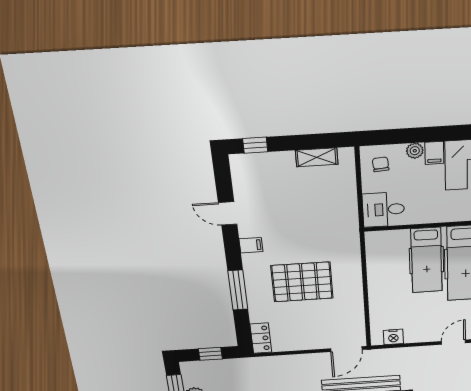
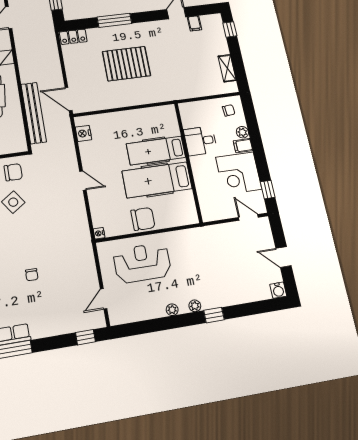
desk: (384, 210) -> (200, 141), moved, turned -90
filing cabinet: (251, 245) -> (194, 23), moved
pallet: (302, 282) -> (126, 64), turned 90

